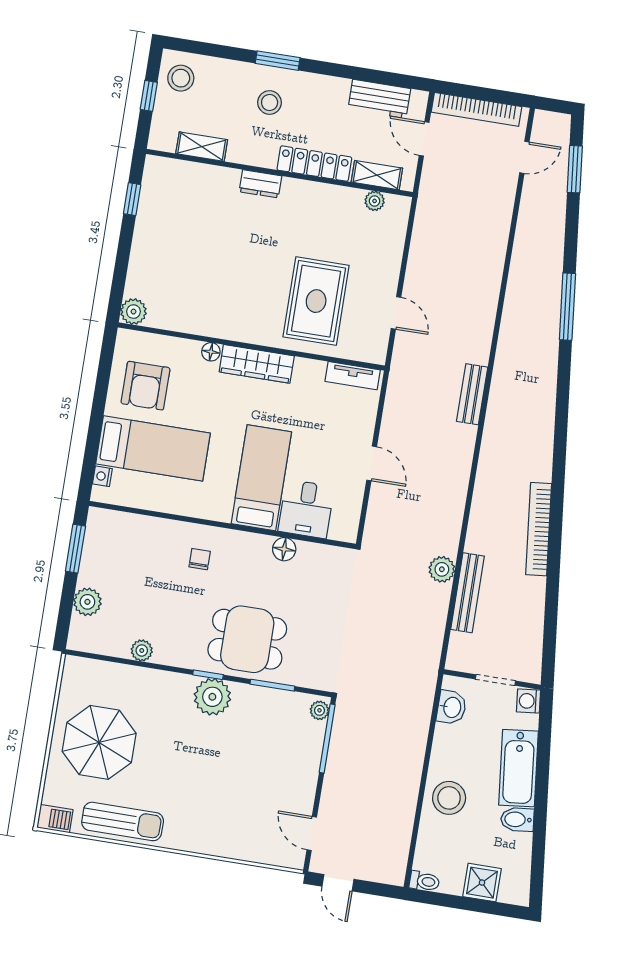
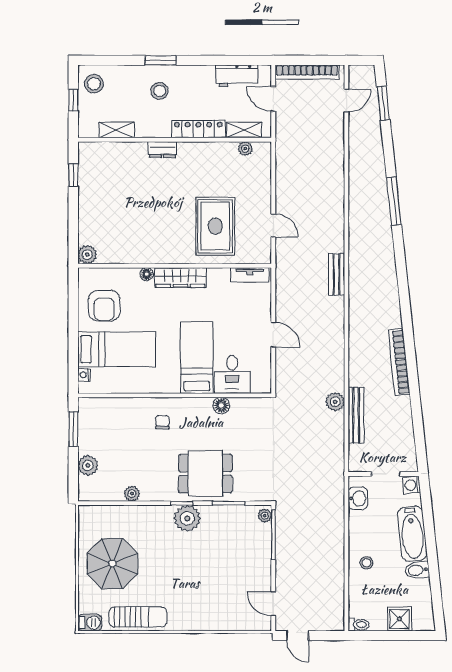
stool: (449, 798) -> (366, 563), width x0.53, depth x0.53

